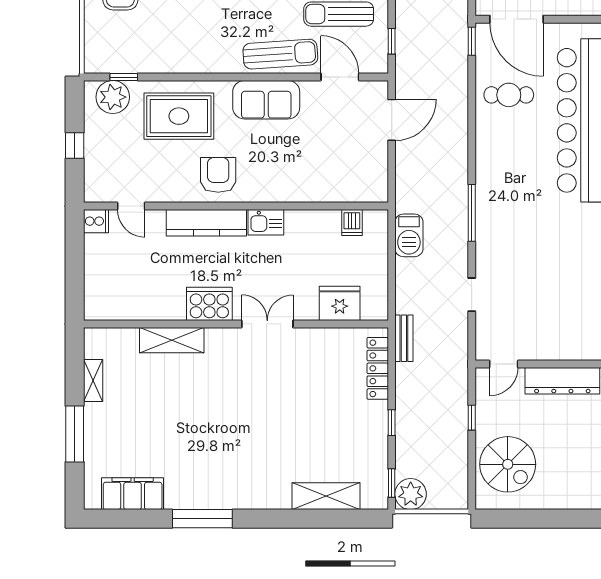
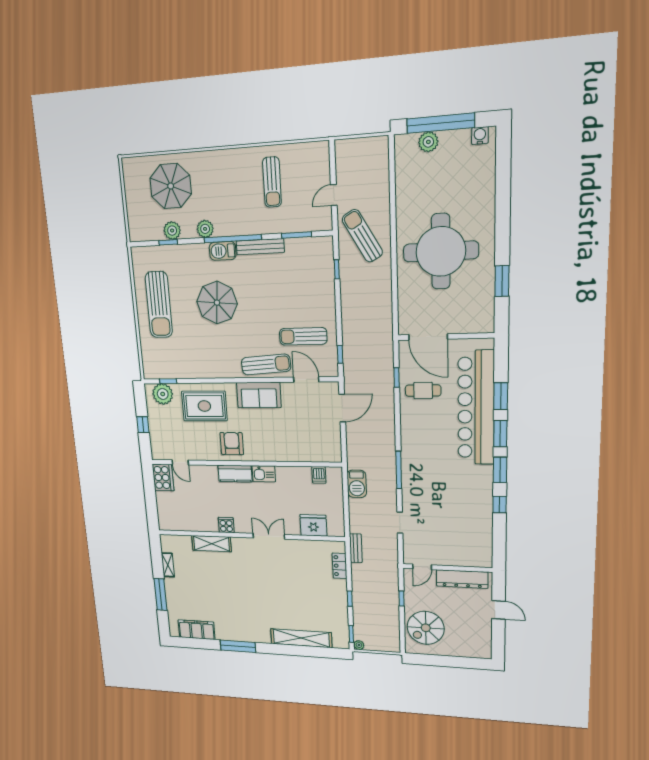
window: (472, 41) -> (397, 378), moved
cooker: (96, 221) -> (163, 478), width x1.87, depth x1.31
kitchen counter: (206, 223) -> (235, 474), width x0.67
cooker: (209, 304) -> (226, 525), width x0.53, depth x0.76
locker: (378, 368) -> (340, 566), width x0.66
spiral stairs: (508, 464) -> (426, 628), turned 90
plant: (411, 494) -> (359, 645), width x0.53, depth x0.53
shelving: (326, 496) -> (301, 638), width x1.47

